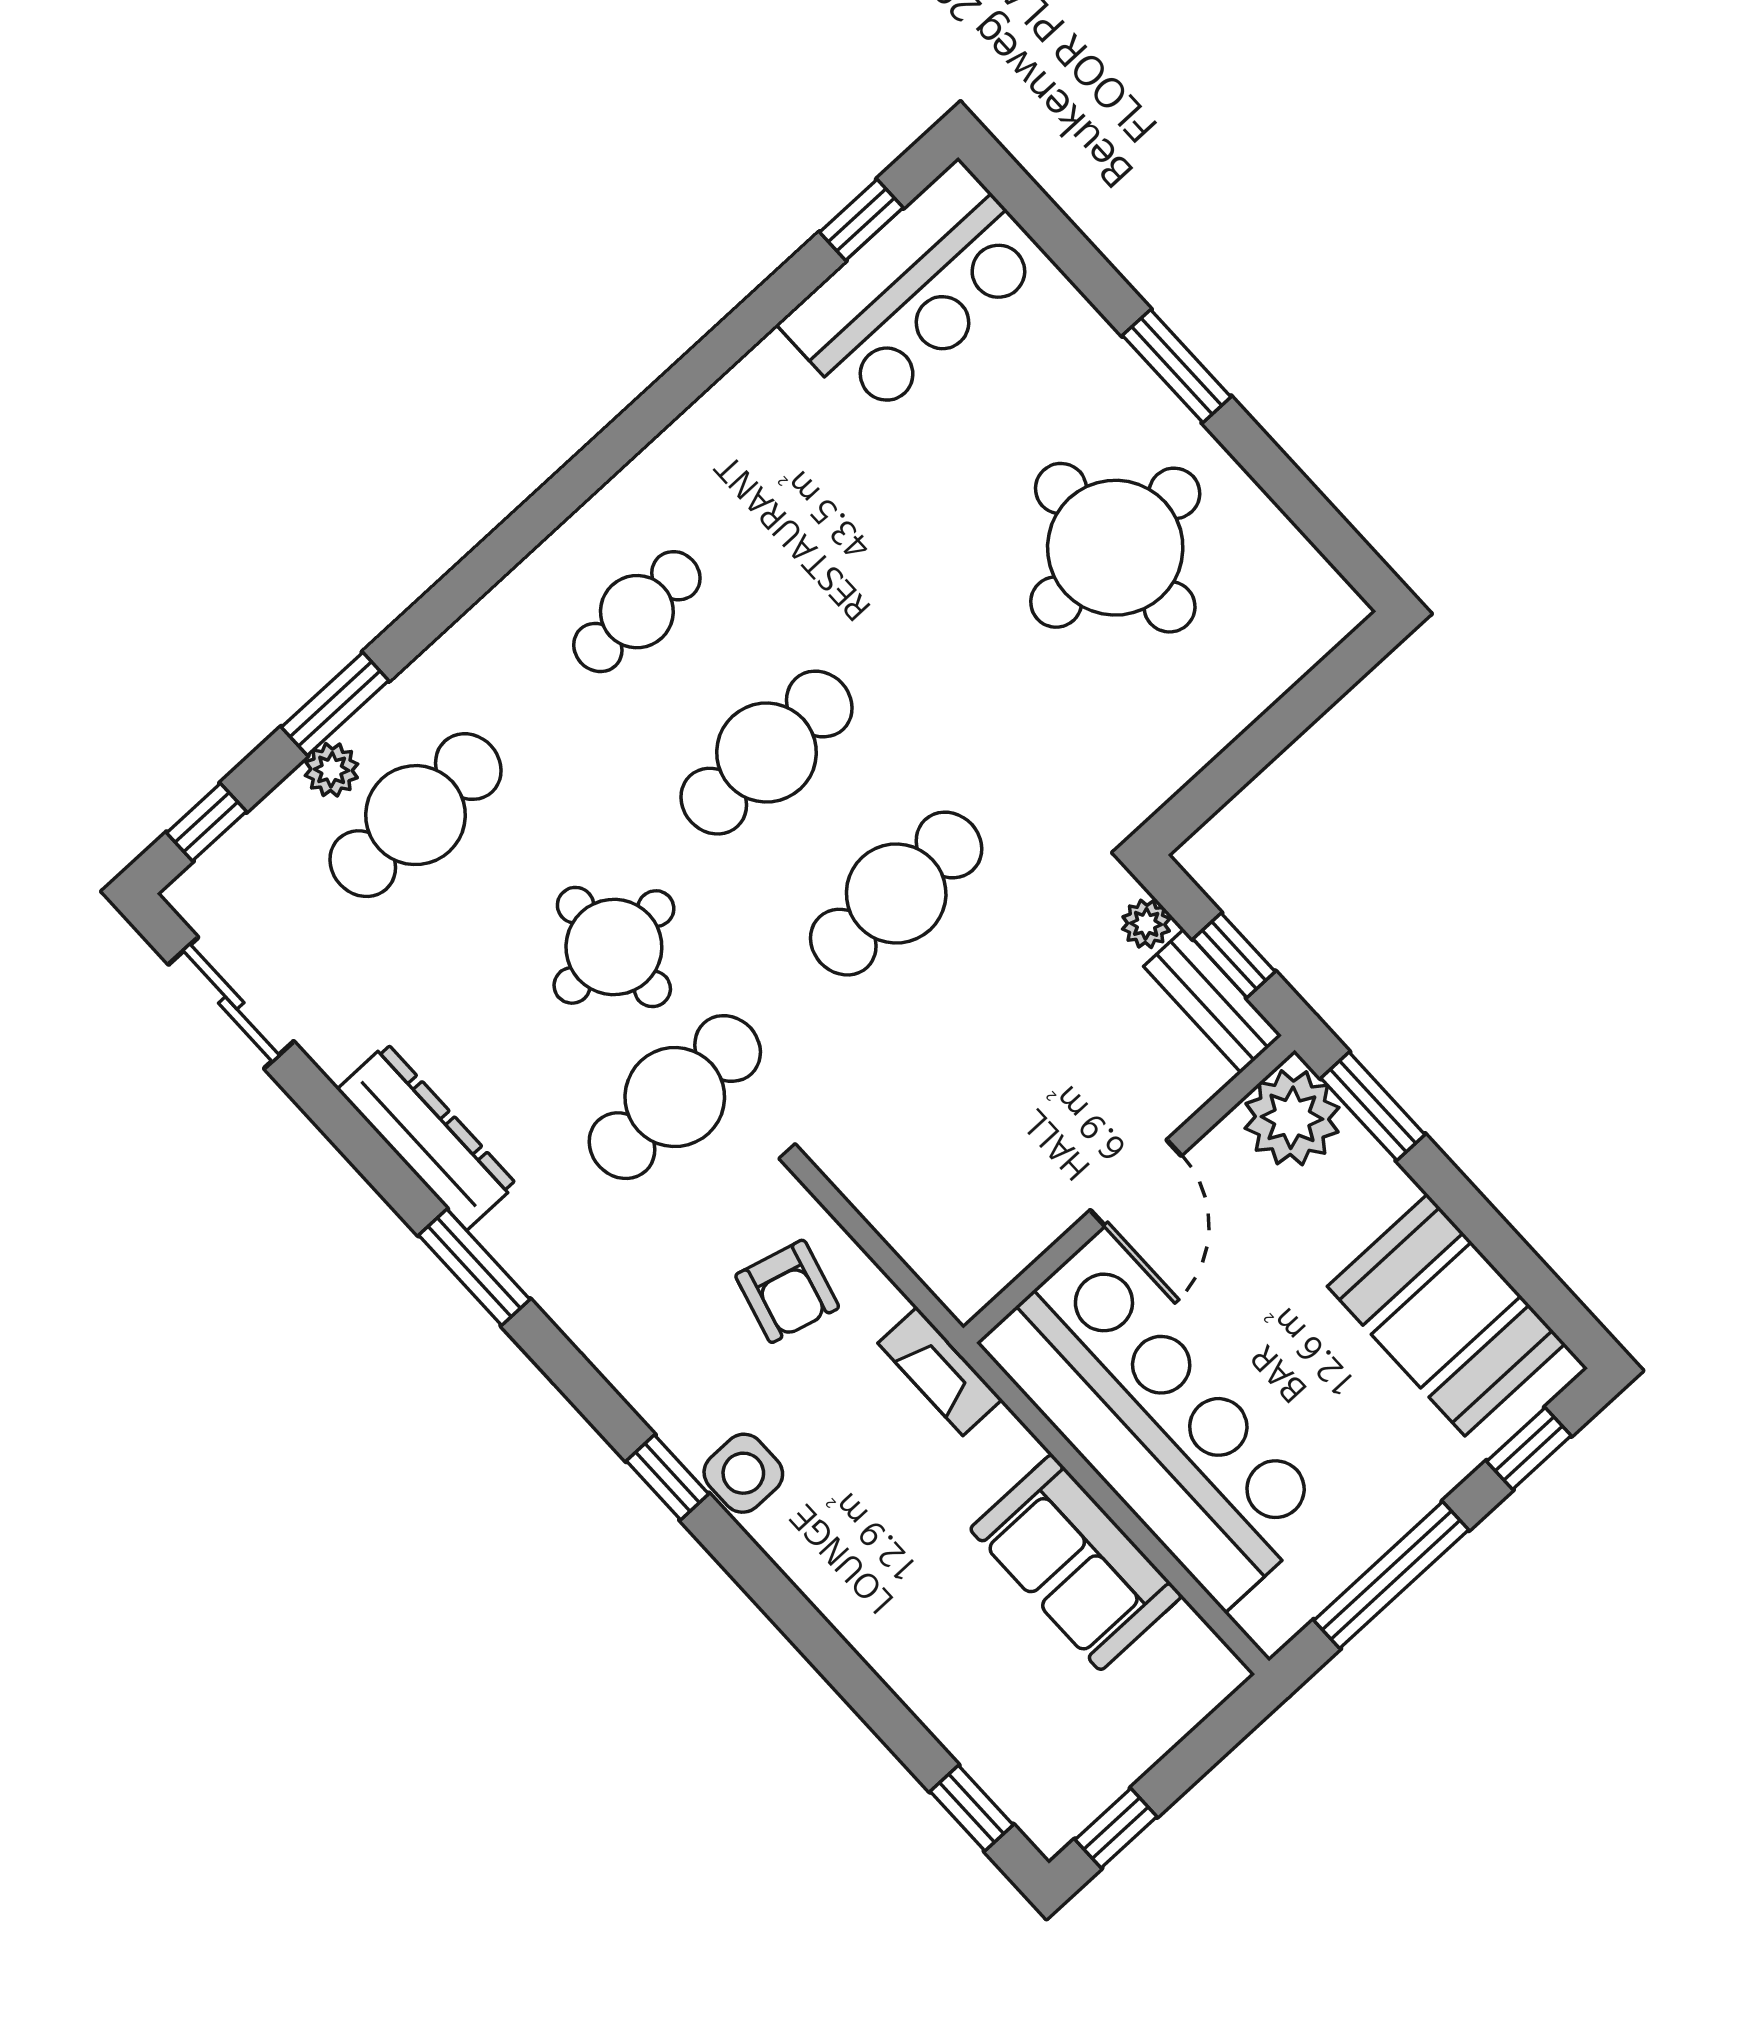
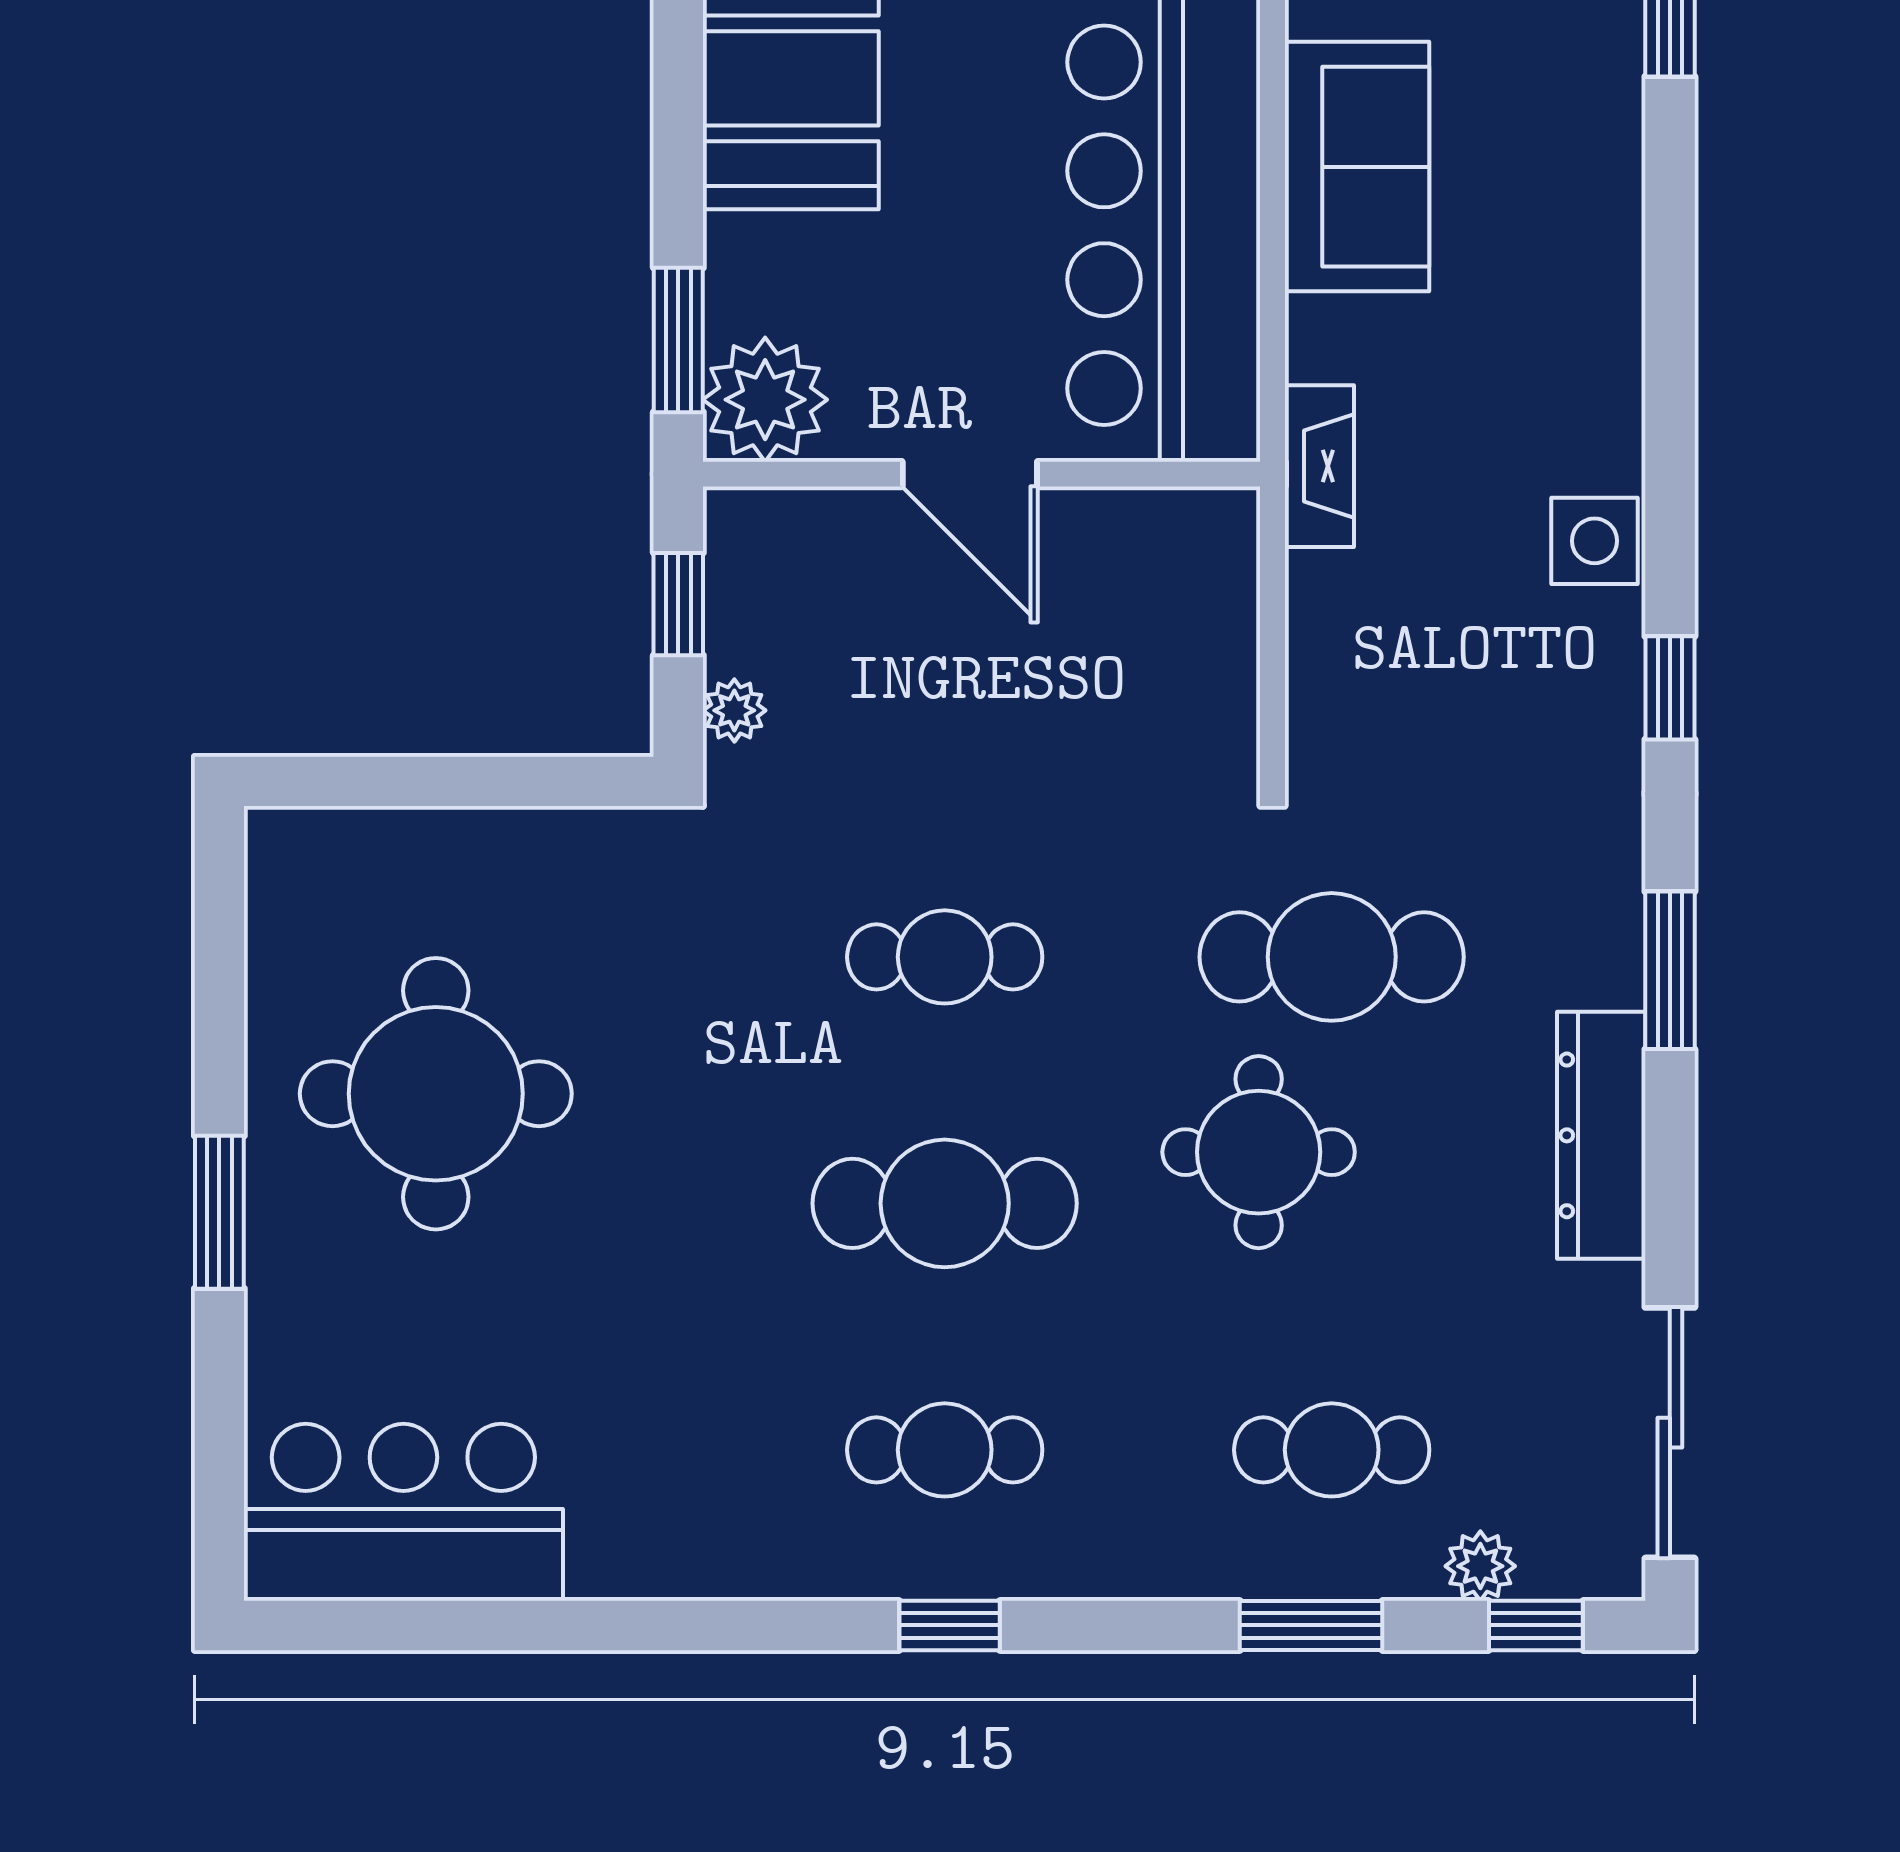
window: (861, 220) -> (950, 1625), moved
plant: (332, 770) -> (1480, 1566), moved
cafe table: (416, 815) -> (1332, 1450), width x0.73, depth x0.74
cafe table: (896, 894) -> (945, 957), width x0.73, depth x0.74
bench: (1213, 1001) -> (738, 579), removed
sliding door: (231, 1003) -> (1670, 1433), width x1.37
door: (1136, 1183) -> (970, 474), swing flipped
armchair: (787, 1291) -> (1395, 675), removed
window: (668, 1477) -> (1670, 688), moved

